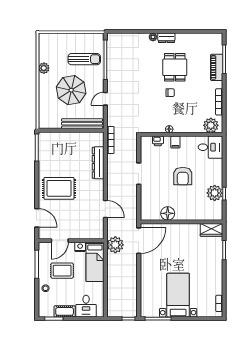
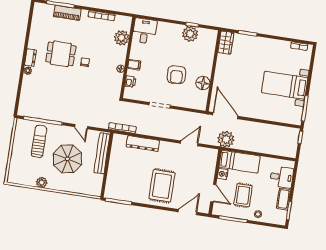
plant: (211, 125) -> (122, 38), moved
armchair: (183, 176) -> (176, 75), moved, turned 86

